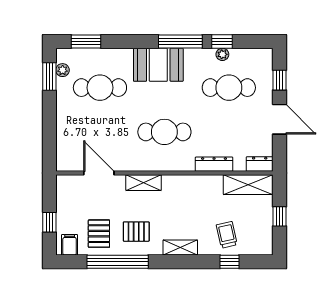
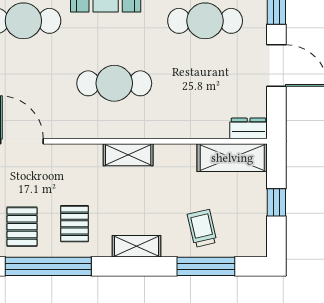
dresser: (214, 164) -> (184, 129), removed
shelving: (144, 183) -> (128, 155), moved
pallet: (136, 232) -> (75, 224), turned 90
window: (229, 262) -> (206, 266), width x2.17

